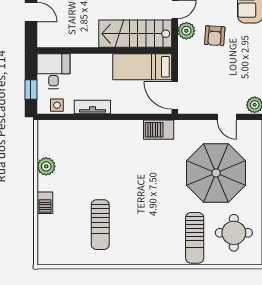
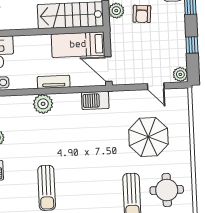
tv unit: (92, 107) -> (54, 82), moved
plant: (100, 131) -> (43, 104), added
parasol: (216, 173) -> (148, 137), width x0.73, depth x0.73

